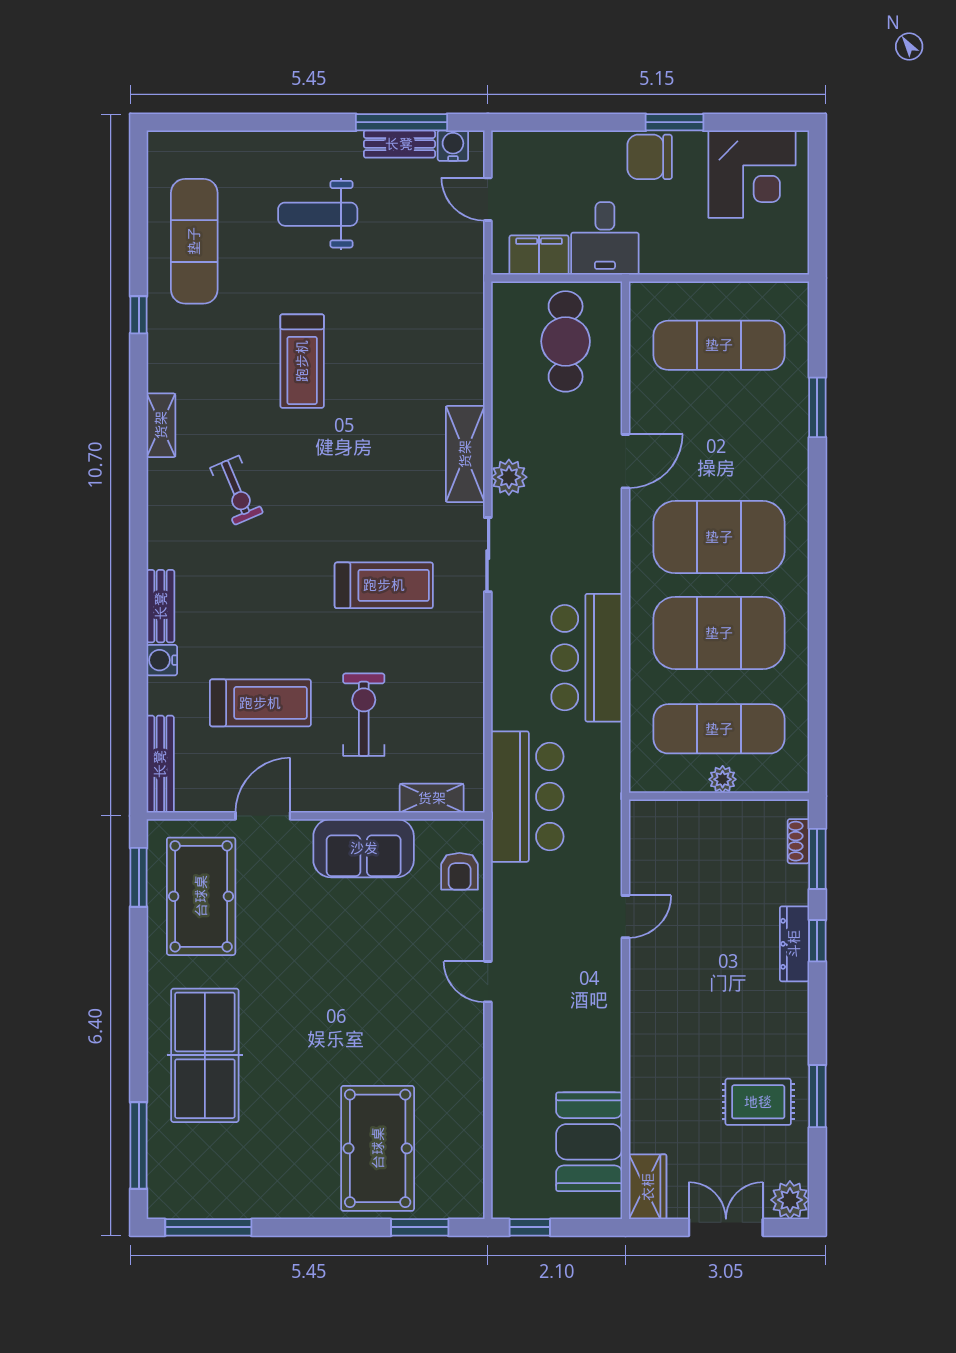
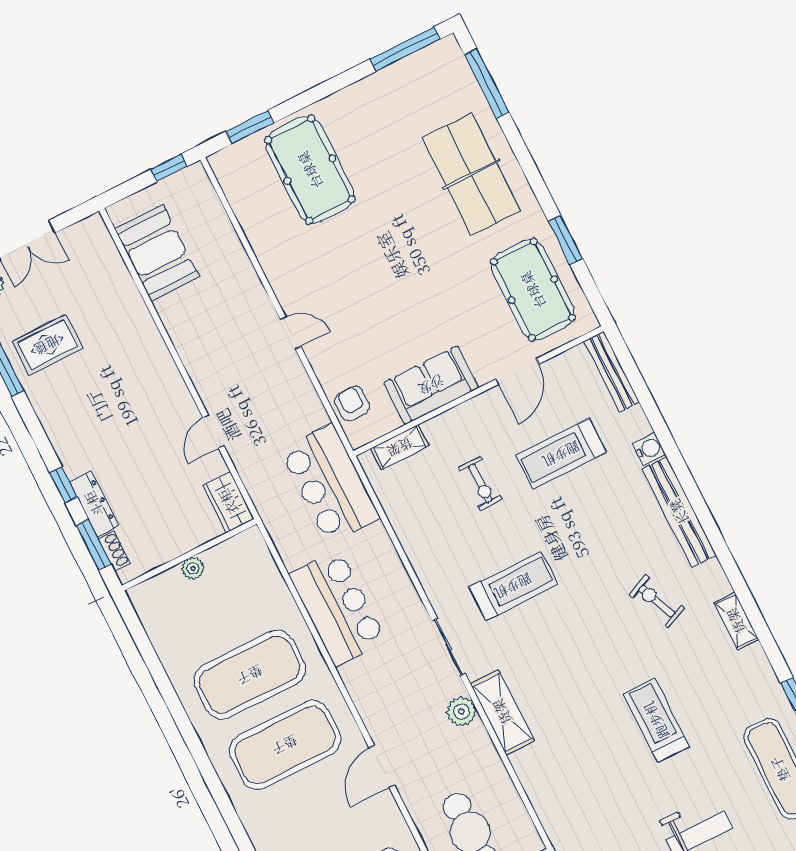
treadmill: (384, 585) -> (513, 586), turned 180
bench: (161, 606) -> (679, 512), width x1.86, depth x1.21
exercise bike: (364, 715) -> (480, 483), width x0.73, depth x0.72
exercise mat: (719, 729) -> (214, 604), removed
window: (139, 877) -> (565, 240), moved
dresser: (794, 944) -> (94, 504), moved
wardrobe: (648, 1187) -> (228, 502), moved

